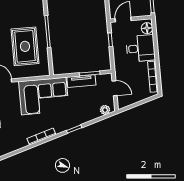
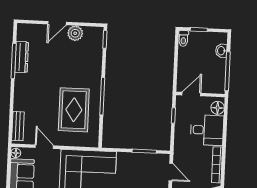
tv unit: (81, 81) -> (134, 159), removed

